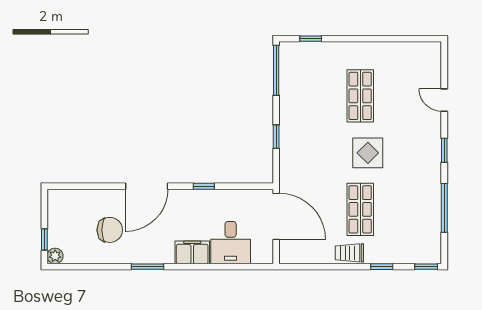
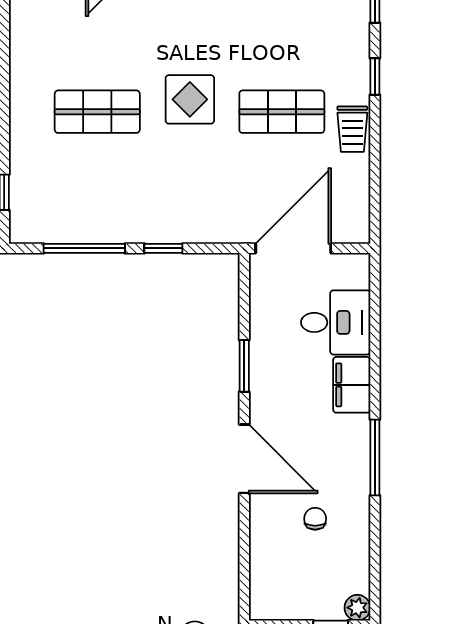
window: (276, 70) -> (84, 248), moved
window: (204, 186) -> (244, 366), width x1.50
chair: (110, 230) -> (315, 519), width x0.54, depth x0.54
window: (147, 267) -> (375, 457), width x1.44

